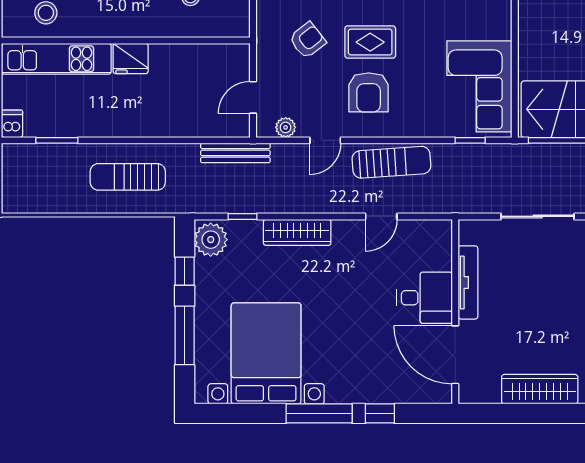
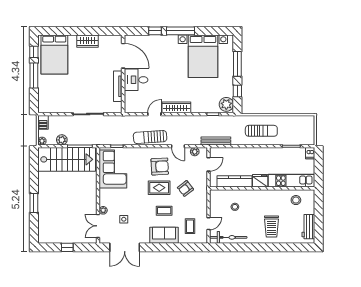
kitchen counter: (191, 57) -> (235, 181), added
armchair: (369, 92) -> (160, 166), turned 87
door: (325, 140) -> (178, 146), swing flipped
wardrobe: (297, 232) -> (176, 107), moved
wardrobe: (540, 389) -> (87, 41), width x0.67

